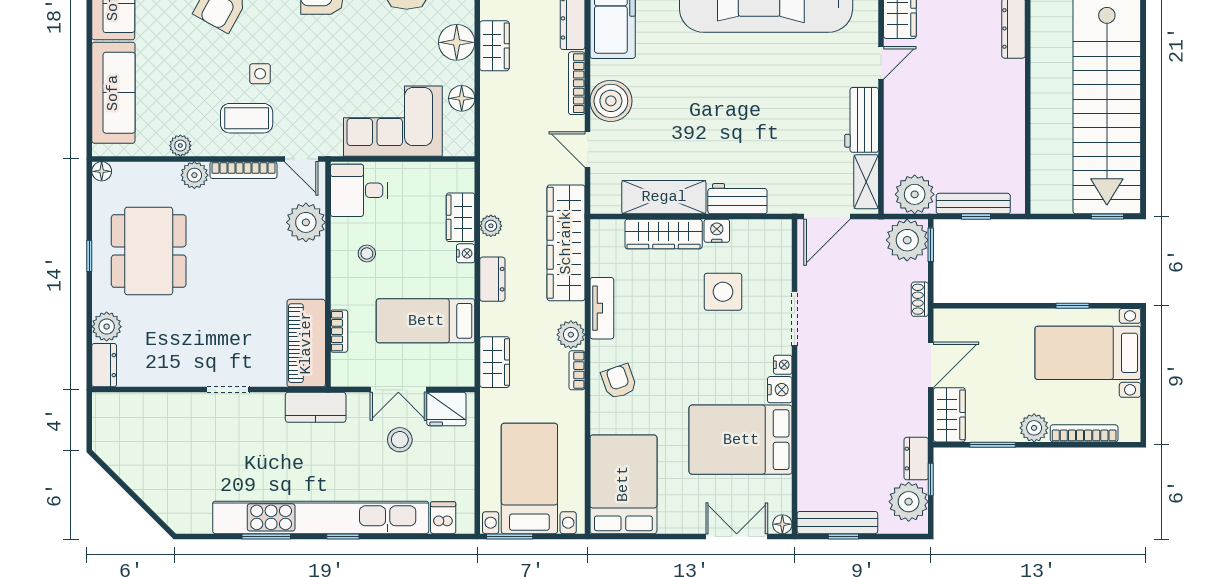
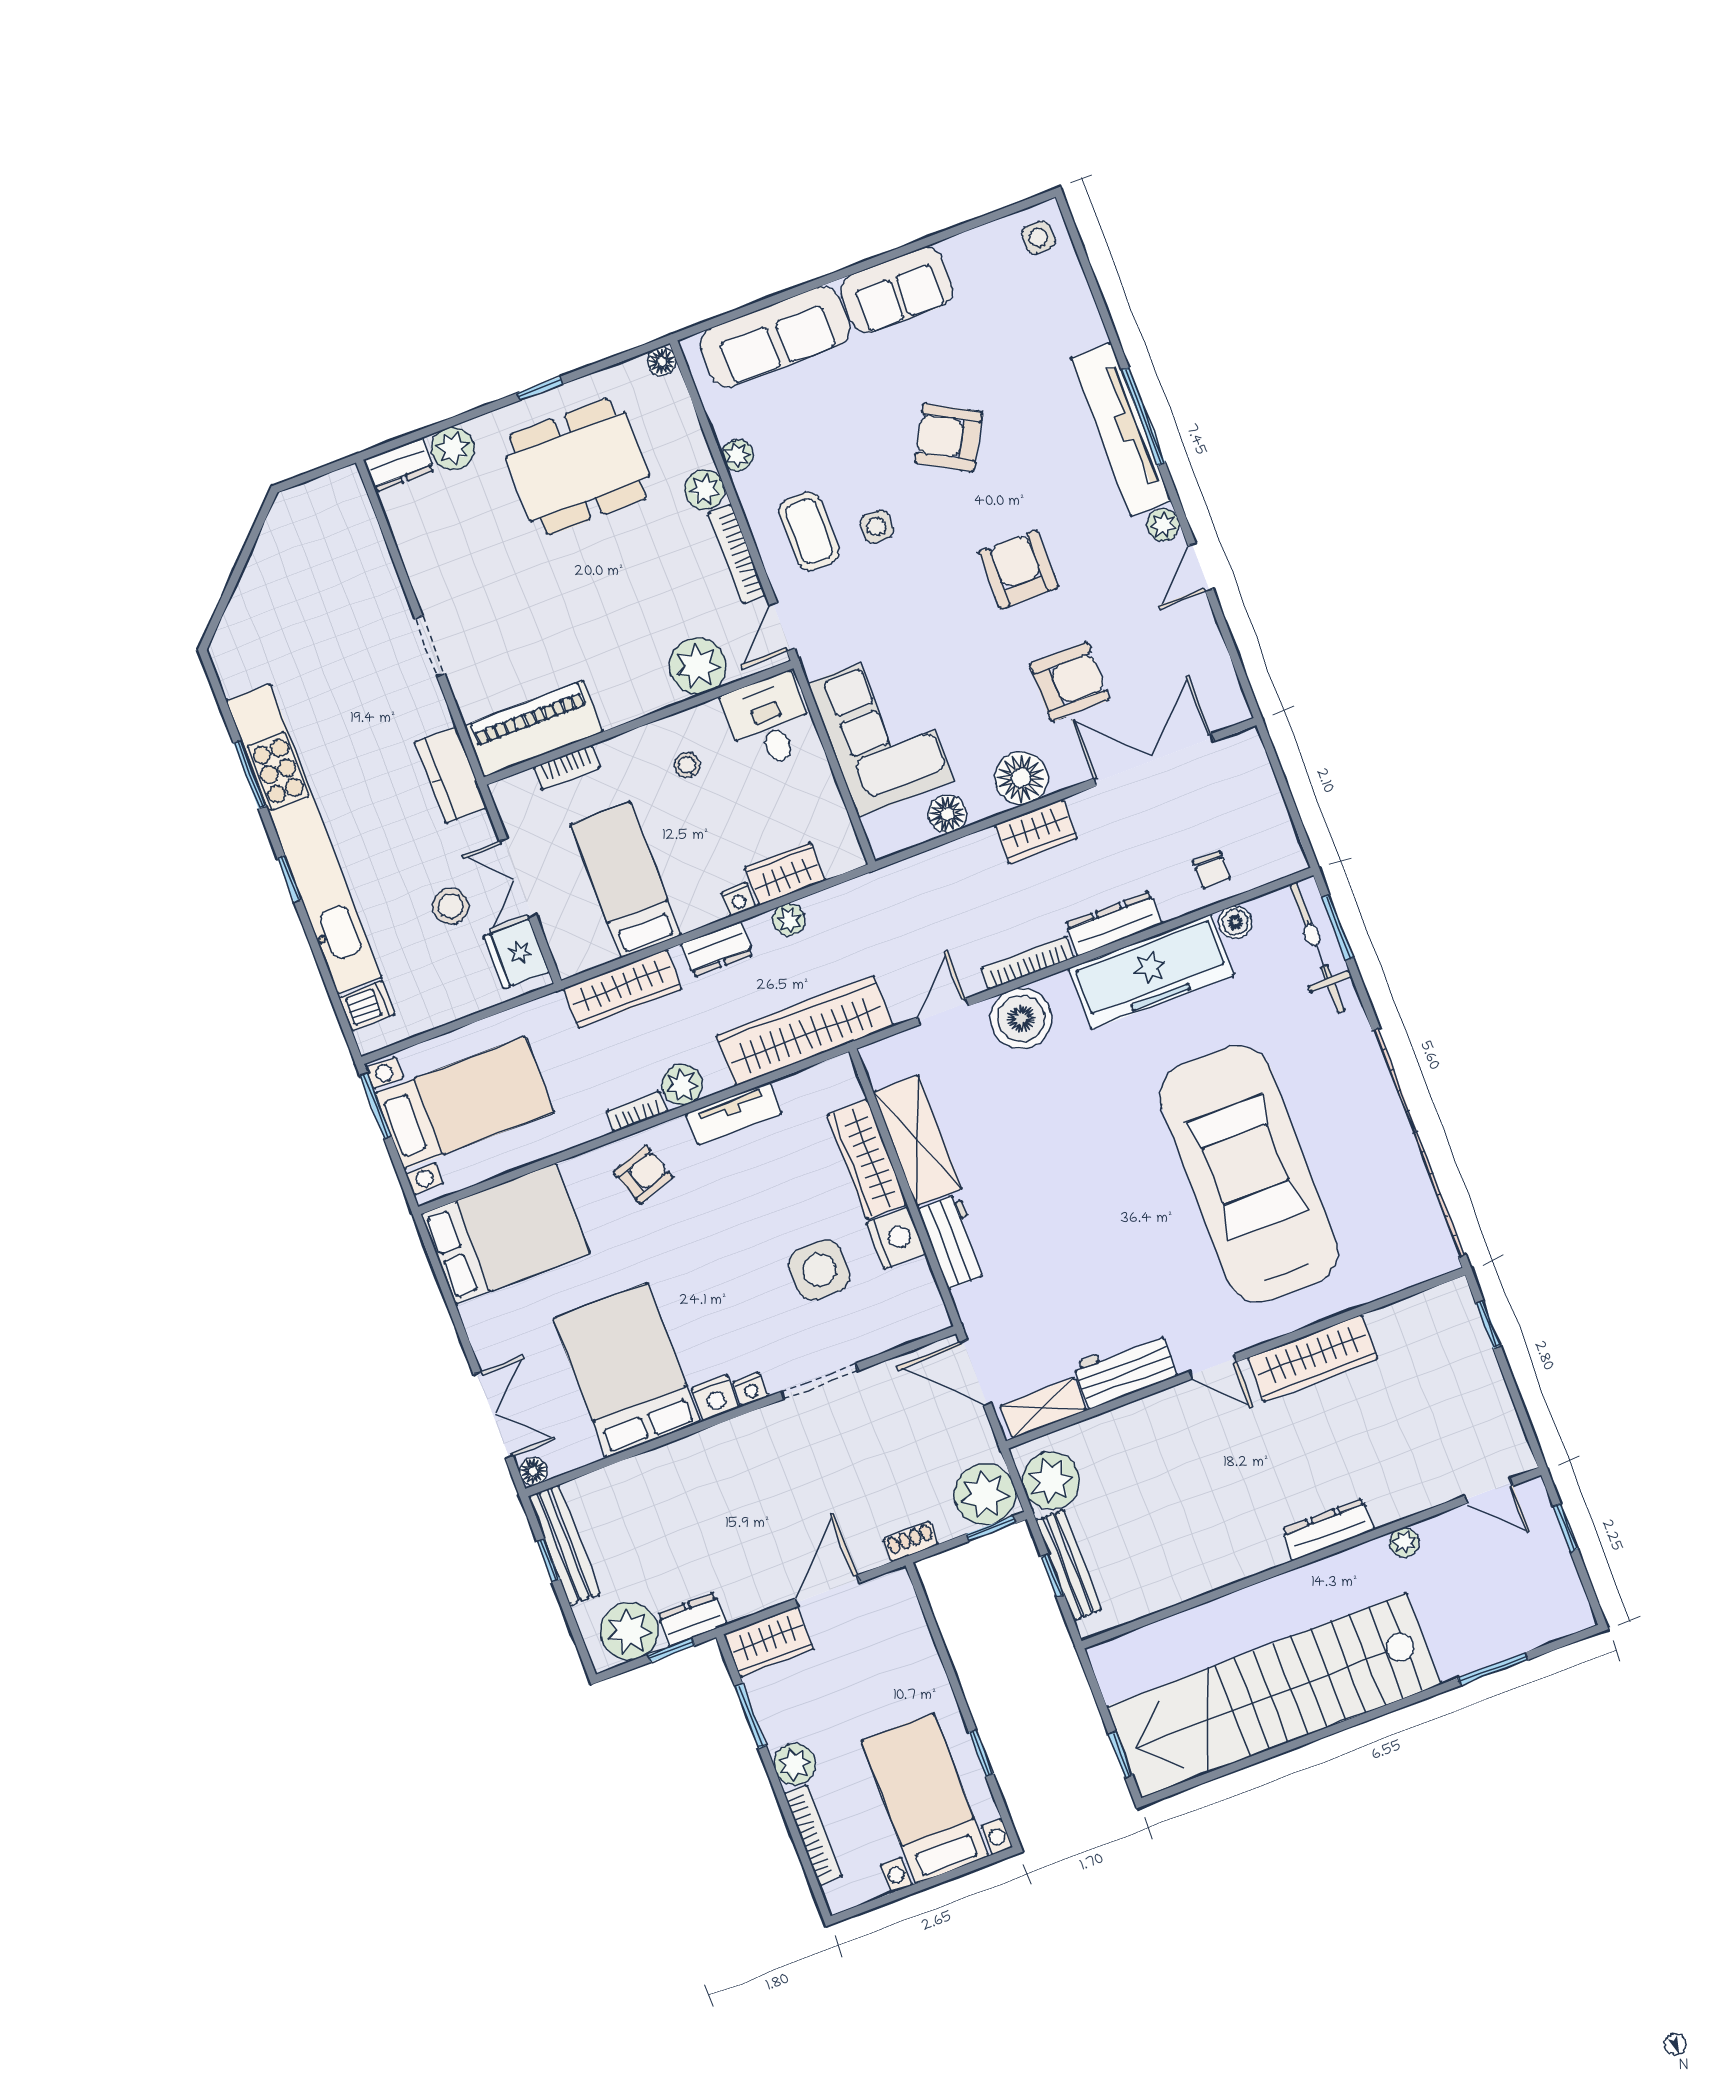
nightstand: (717, 231) -> (896, 1238), width x1.36, depth x1.33
wardrobe: (495, 362) -> (623, 989), width x1.50
door: (931, 365) -> (827, 1591), swing flipped

